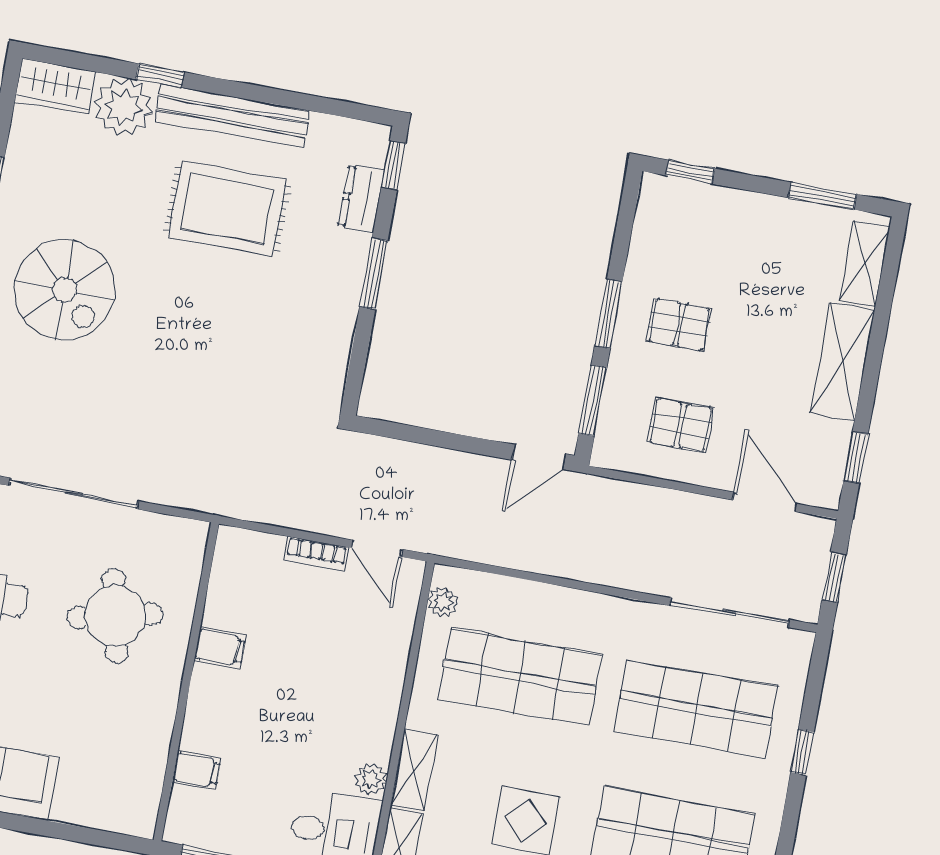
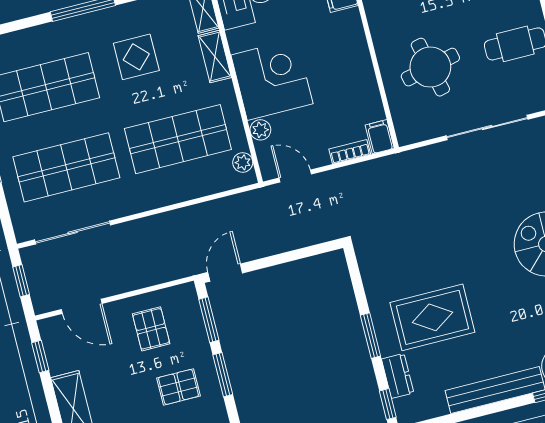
rug: (227, 209) -> (432, 317), moved
pallet: (681, 425) -> (151, 329), turned 90
bookcase: (316, 554) -> (350, 152), moved
filing cabinet: (220, 648) -> (380, 137), moved, turned 90
corner desk: (348, 701) -> (272, 79), added
plant: (371, 779) -> (260, 130), moved

